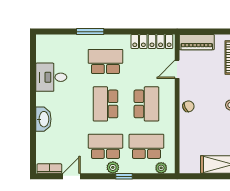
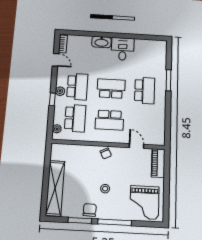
locker: (152, 42) -> (160, 127), removed
desk: (51, 77) -> (123, 49), moved

